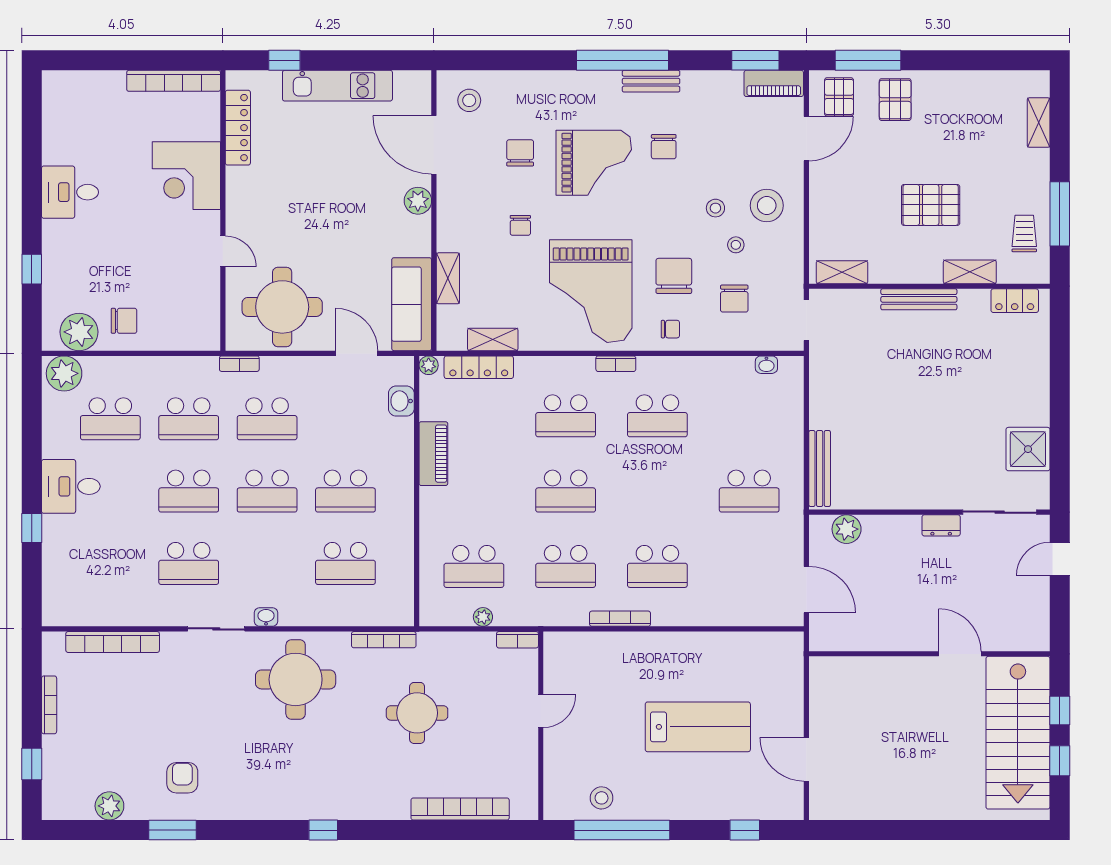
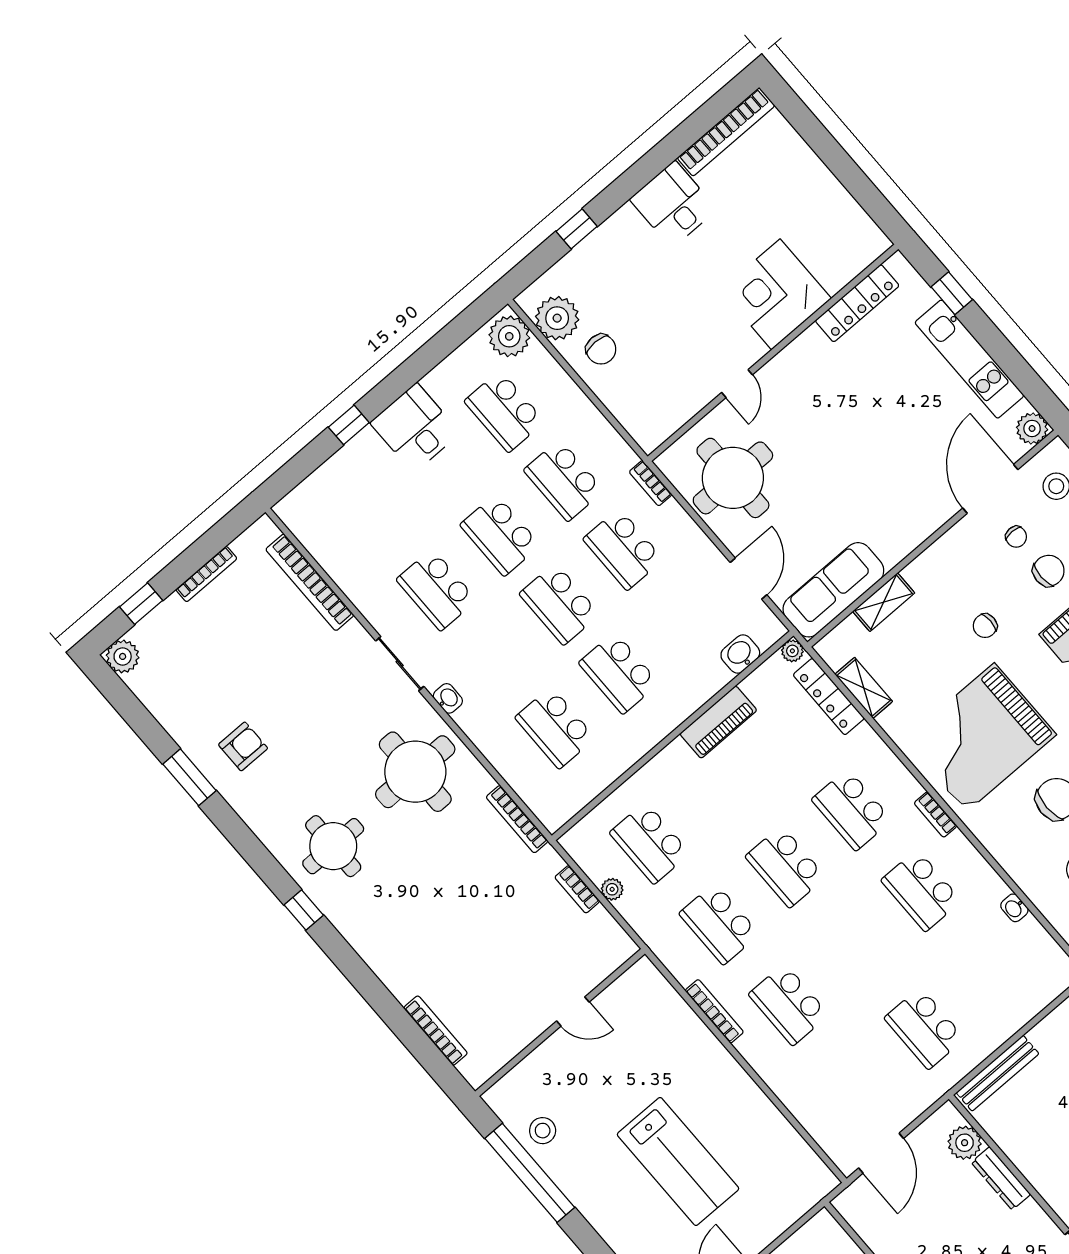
bookcase: (174, 81) -> (726, 132), moved, turned -90
plant: (418, 201) -> (1032, 428), moved
chair: (670, 329) -> (1016, 537), moved
washbasin: (766, 365) -> (1014, 908), moved
dresser: (941, 525) -> (1001, 1178), moved, width x1.44
bookcase: (517, 640) -> (577, 889), moved
round table: (417, 713) -> (333, 846), moved
plant: (109, 806) -> (123, 656), moved
bookcase: (460, 809) -> (436, 1031), width x0.68, depth x0.76

